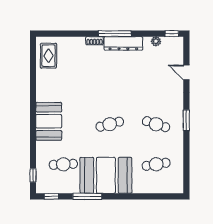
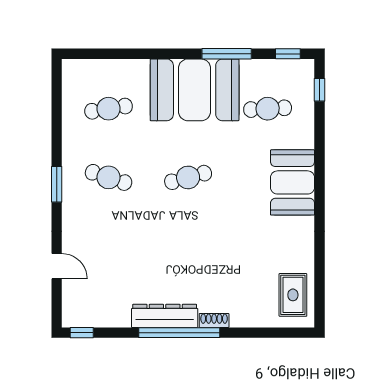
window: (115, 34) -> (179, 333), width x1.46
plant: (156, 41) -> (109, 319), removed

